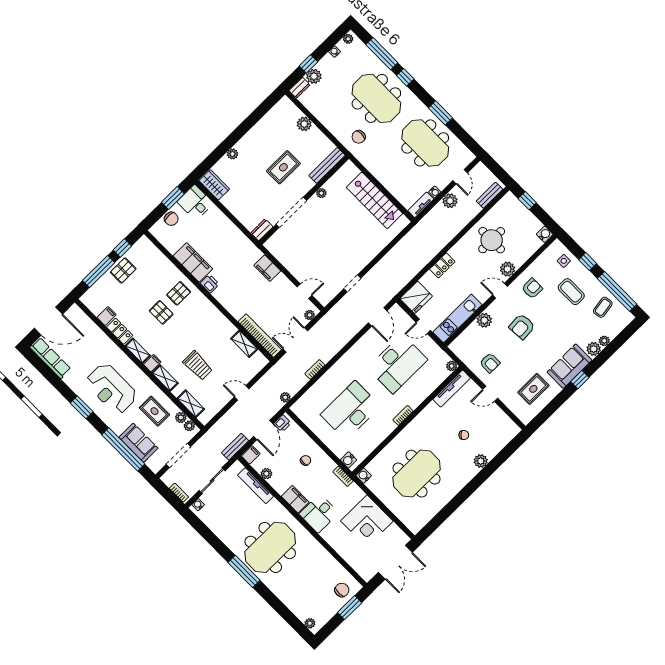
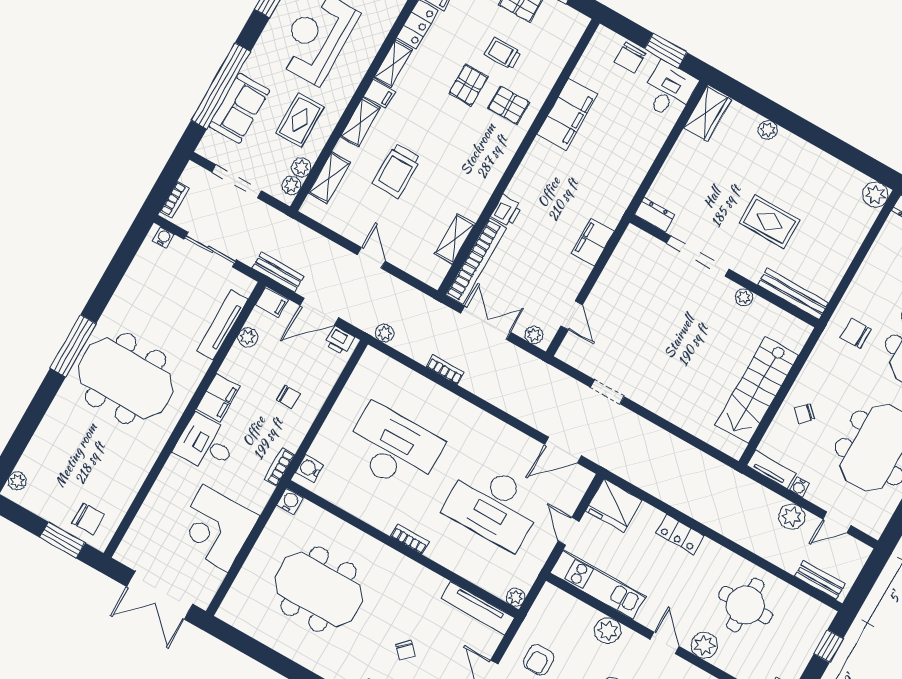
plant: (304, 124) -> (875, 195), moved
chair: (395, 178) -> (805, 414), added
printer: (210, 284) -> (506, 211), moved
trolley: (149, 289) -> (503, 53), added

